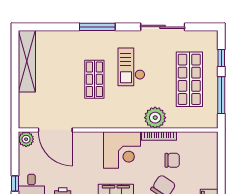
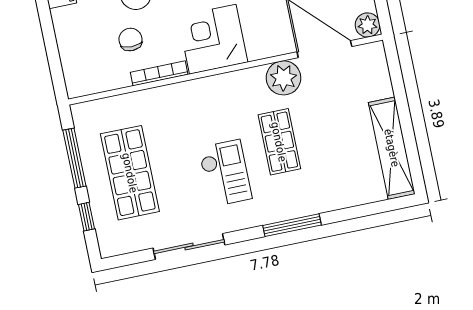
plant: (155, 118) -> (284, 78), moved
chair: (172, 160) -> (130, 39), turned 90

